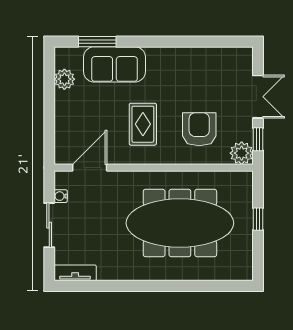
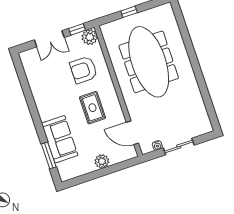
plant: (64, 79) -> (102, 161), moved
double door: (258, 97) -> (49, 39), swing flipped
rug: (143, 124) -> (92, 108), turned 90
tv unit: (75, 273) -> (204, 119), removed

